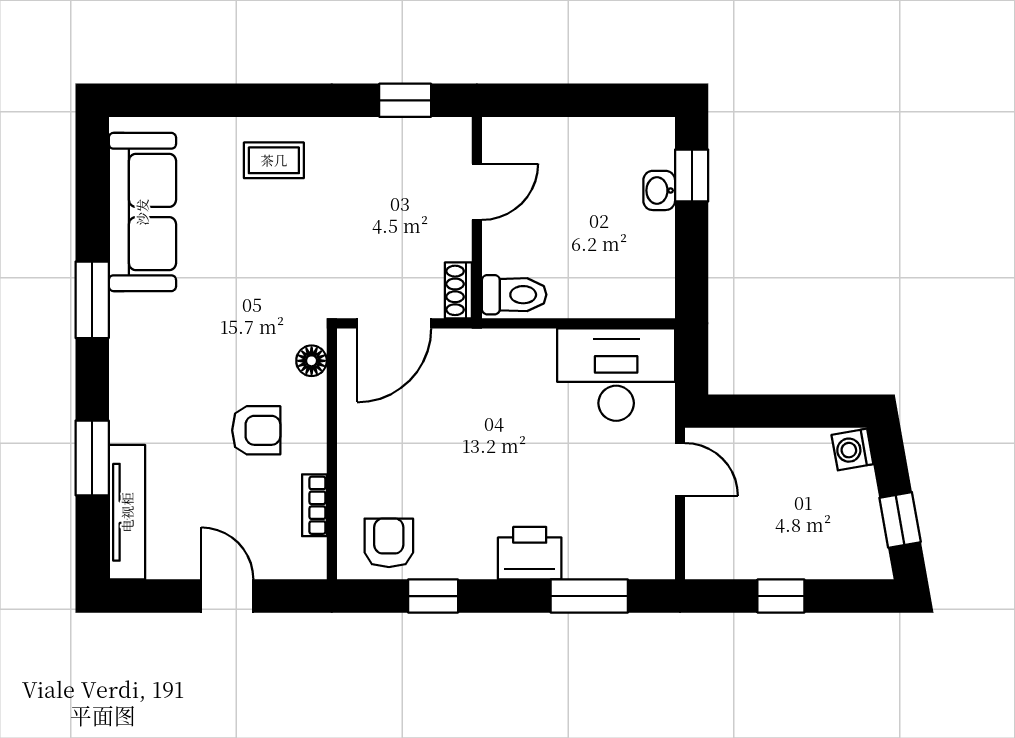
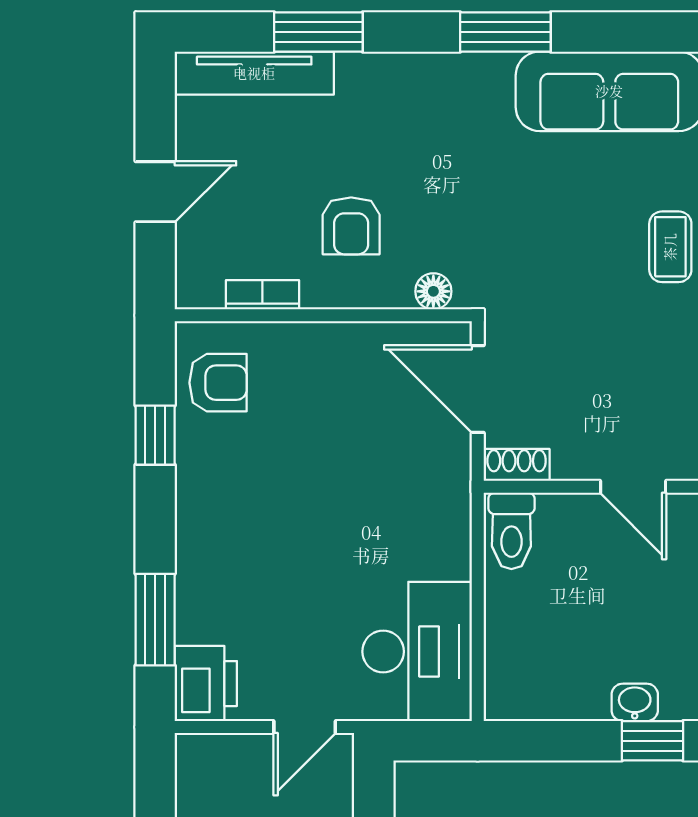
printer: (530, 553) -> (206, 684), moved

